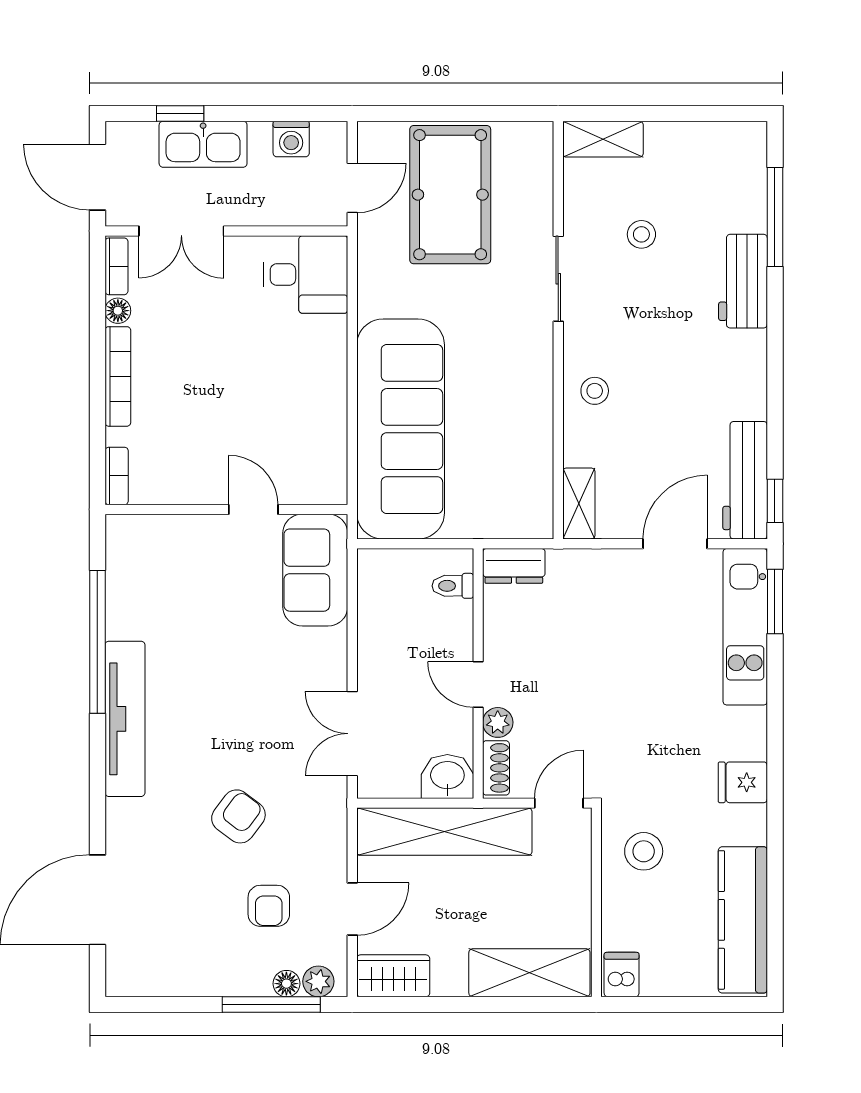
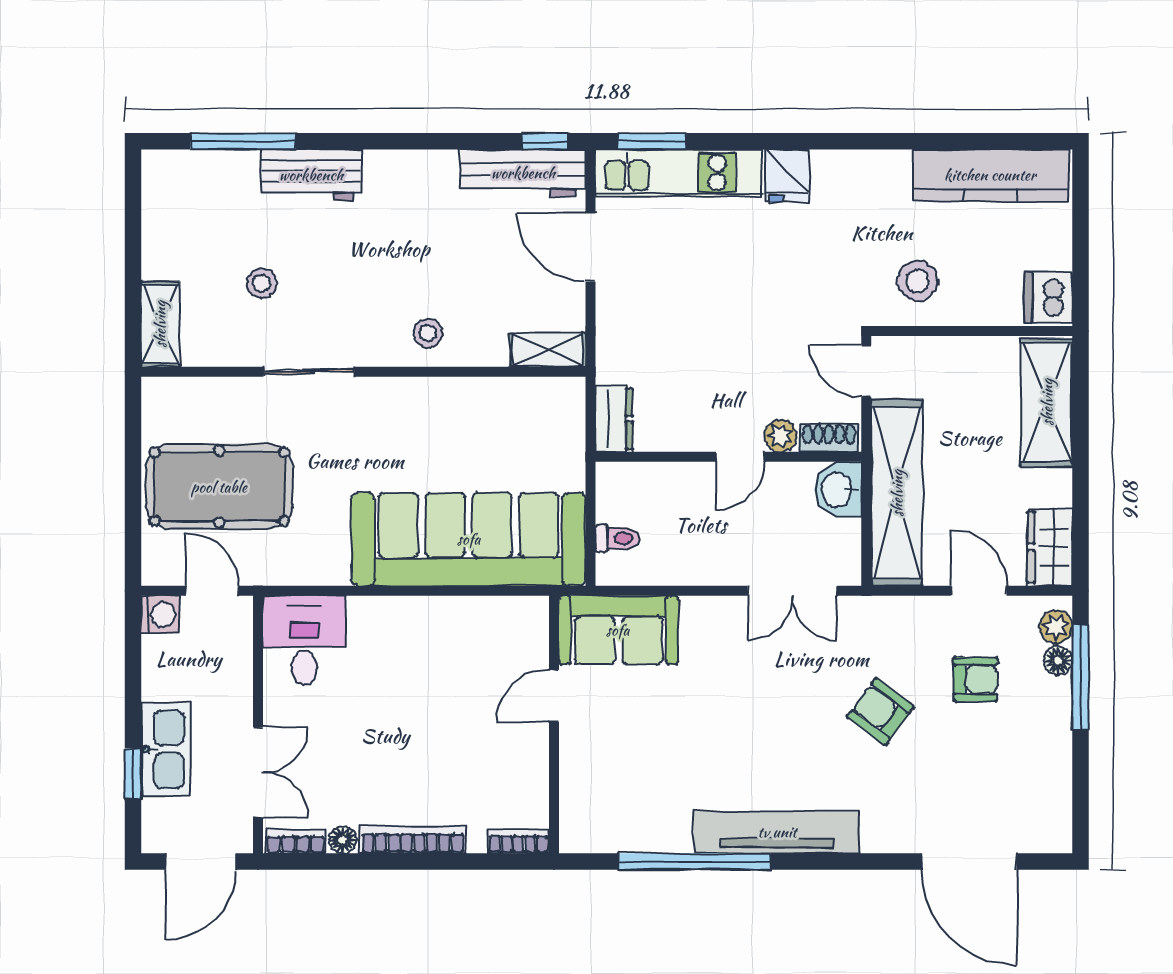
washing machine: (291, 139) -> (160, 615), moved
toilet: (453, 586) -> (617, 538), moved, turned -90
fridge: (743, 782) -> (787, 175), moved
dishwasher: (622, 975) -> (1049, 297), width x1.38

